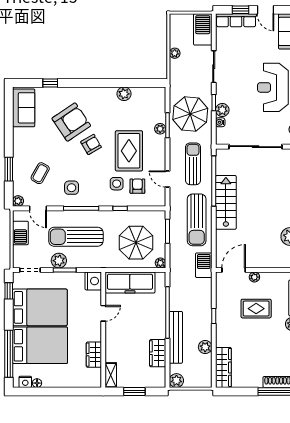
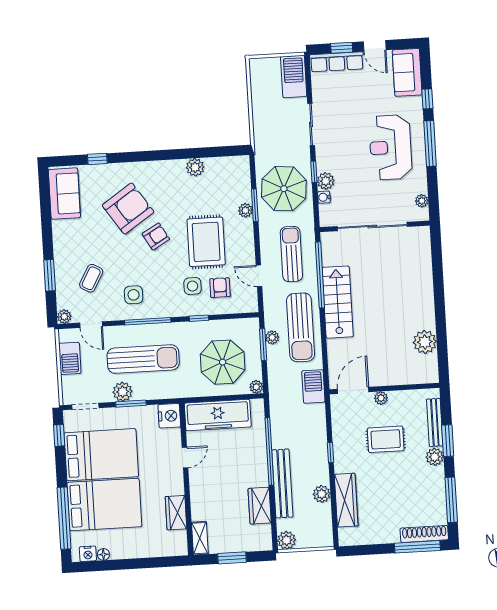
plant: (175, 53) -> (272, 337), moved
sun lounger: (76, 237) -> (143, 359), turned 180
wardrobe: (223, 367) -> (346, 500), moved

